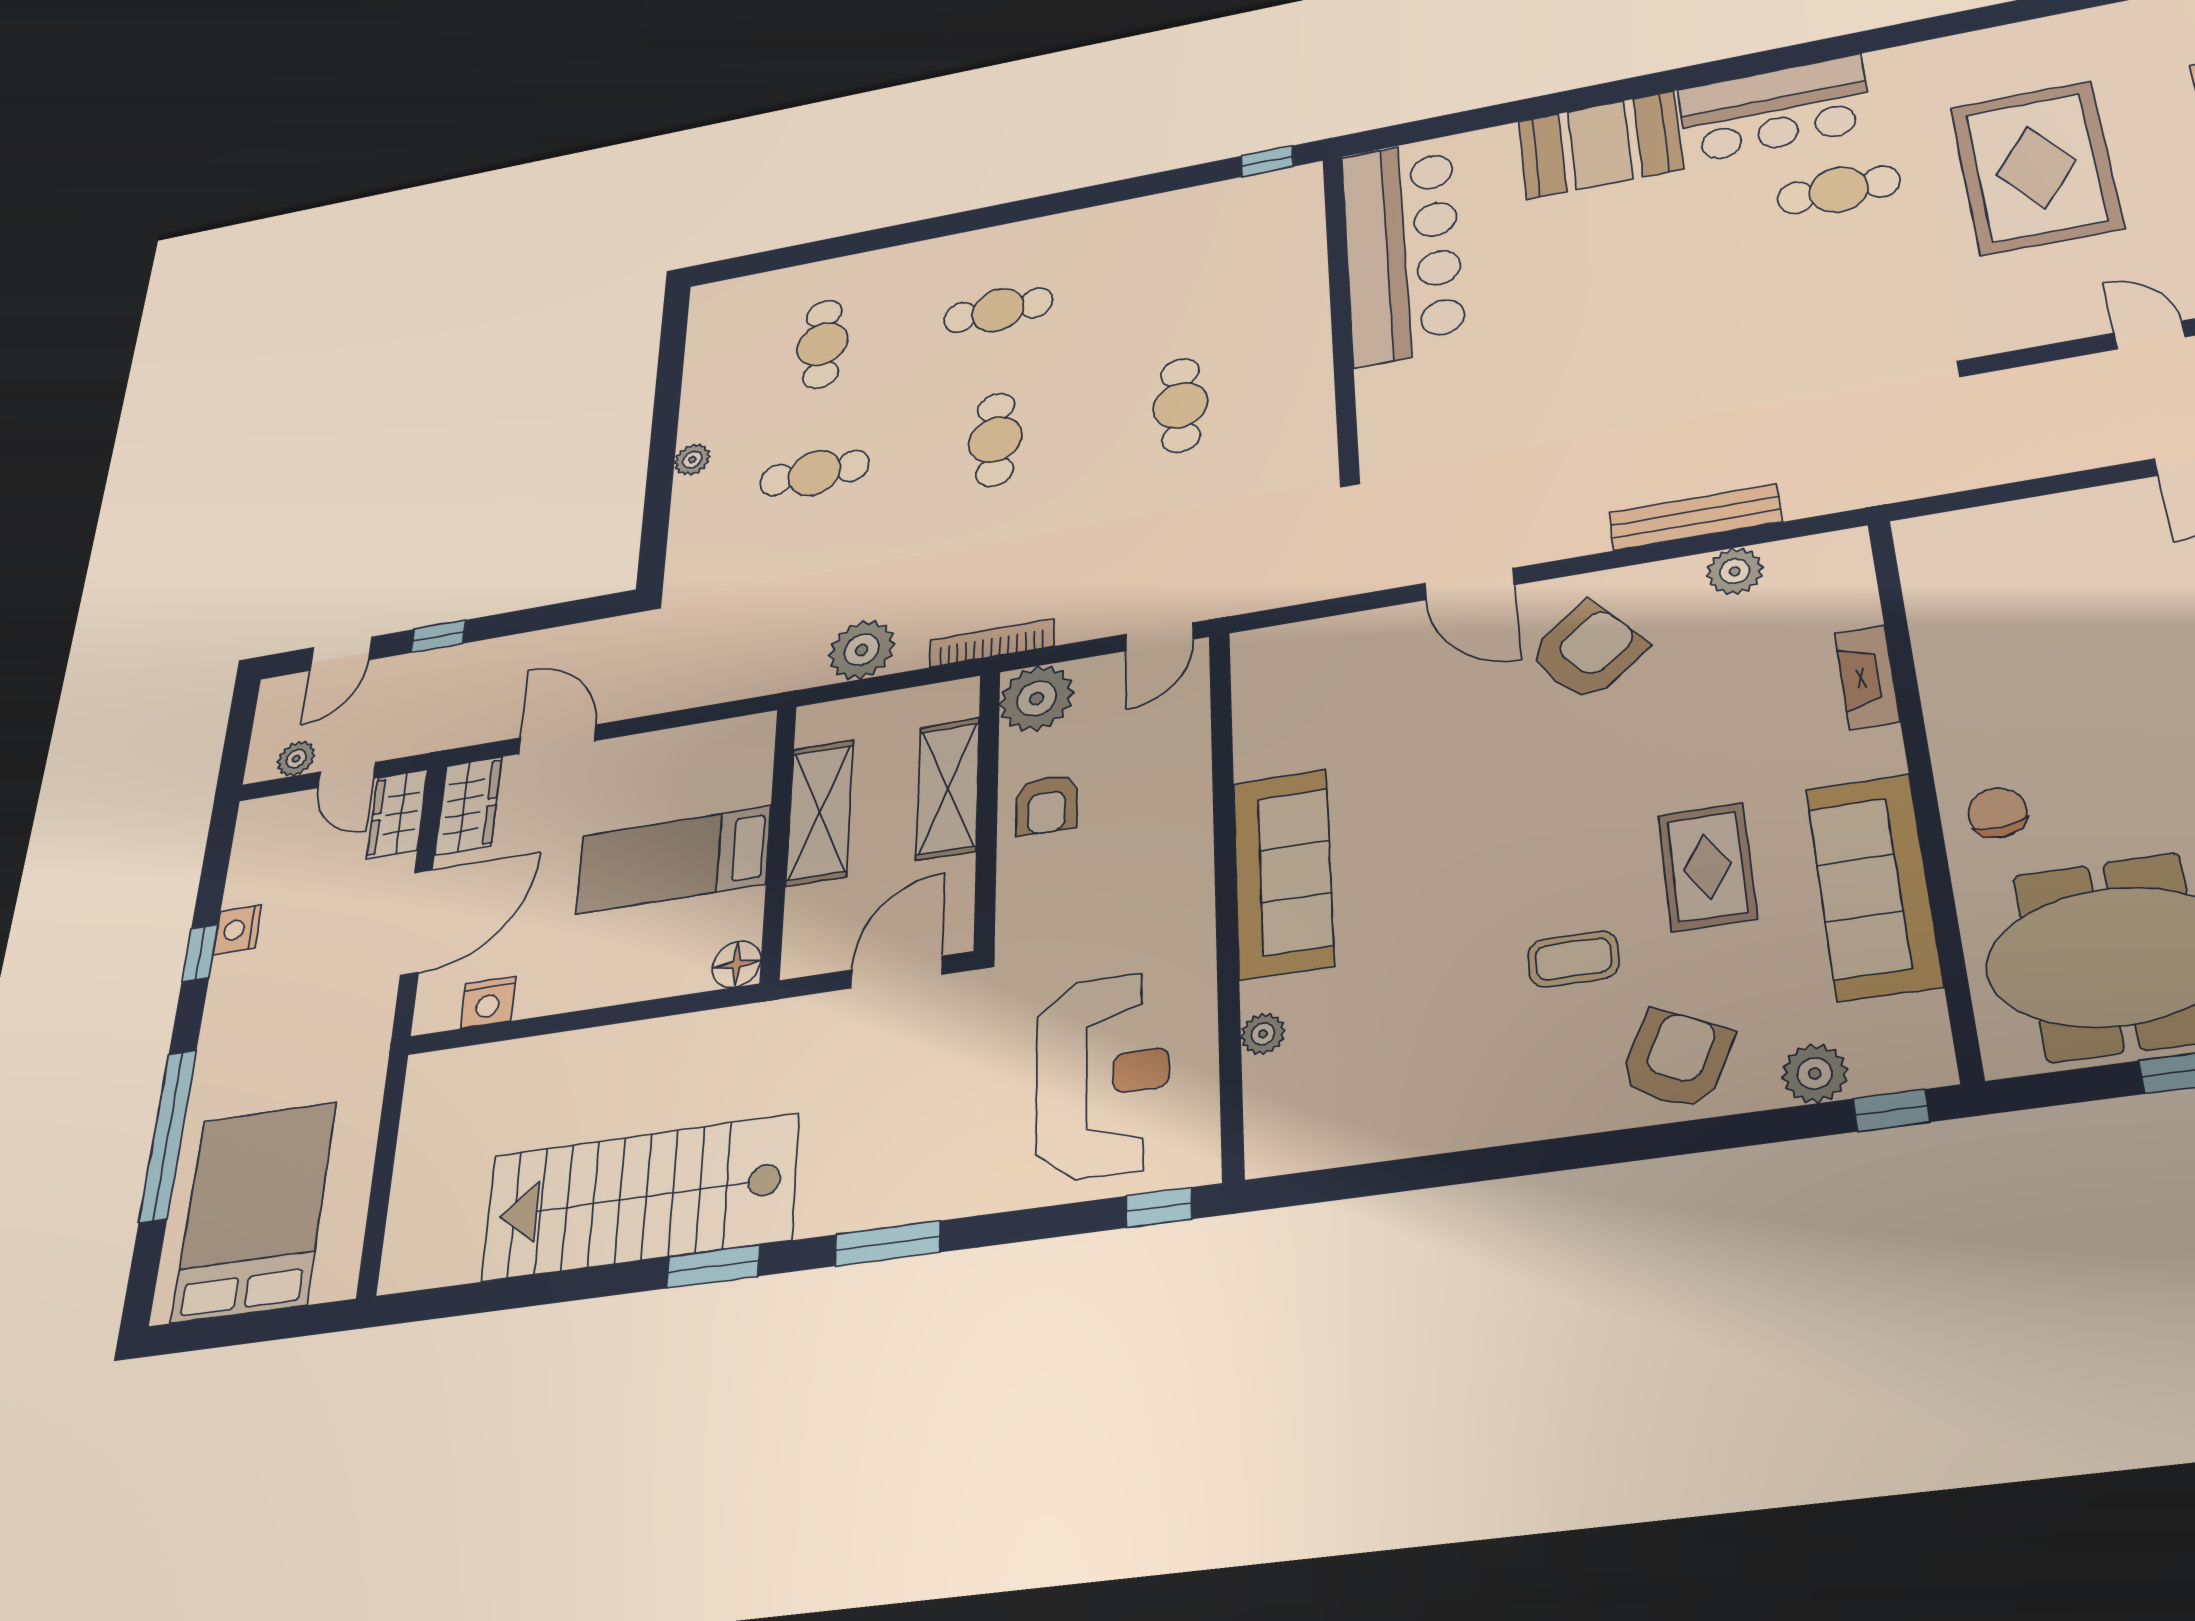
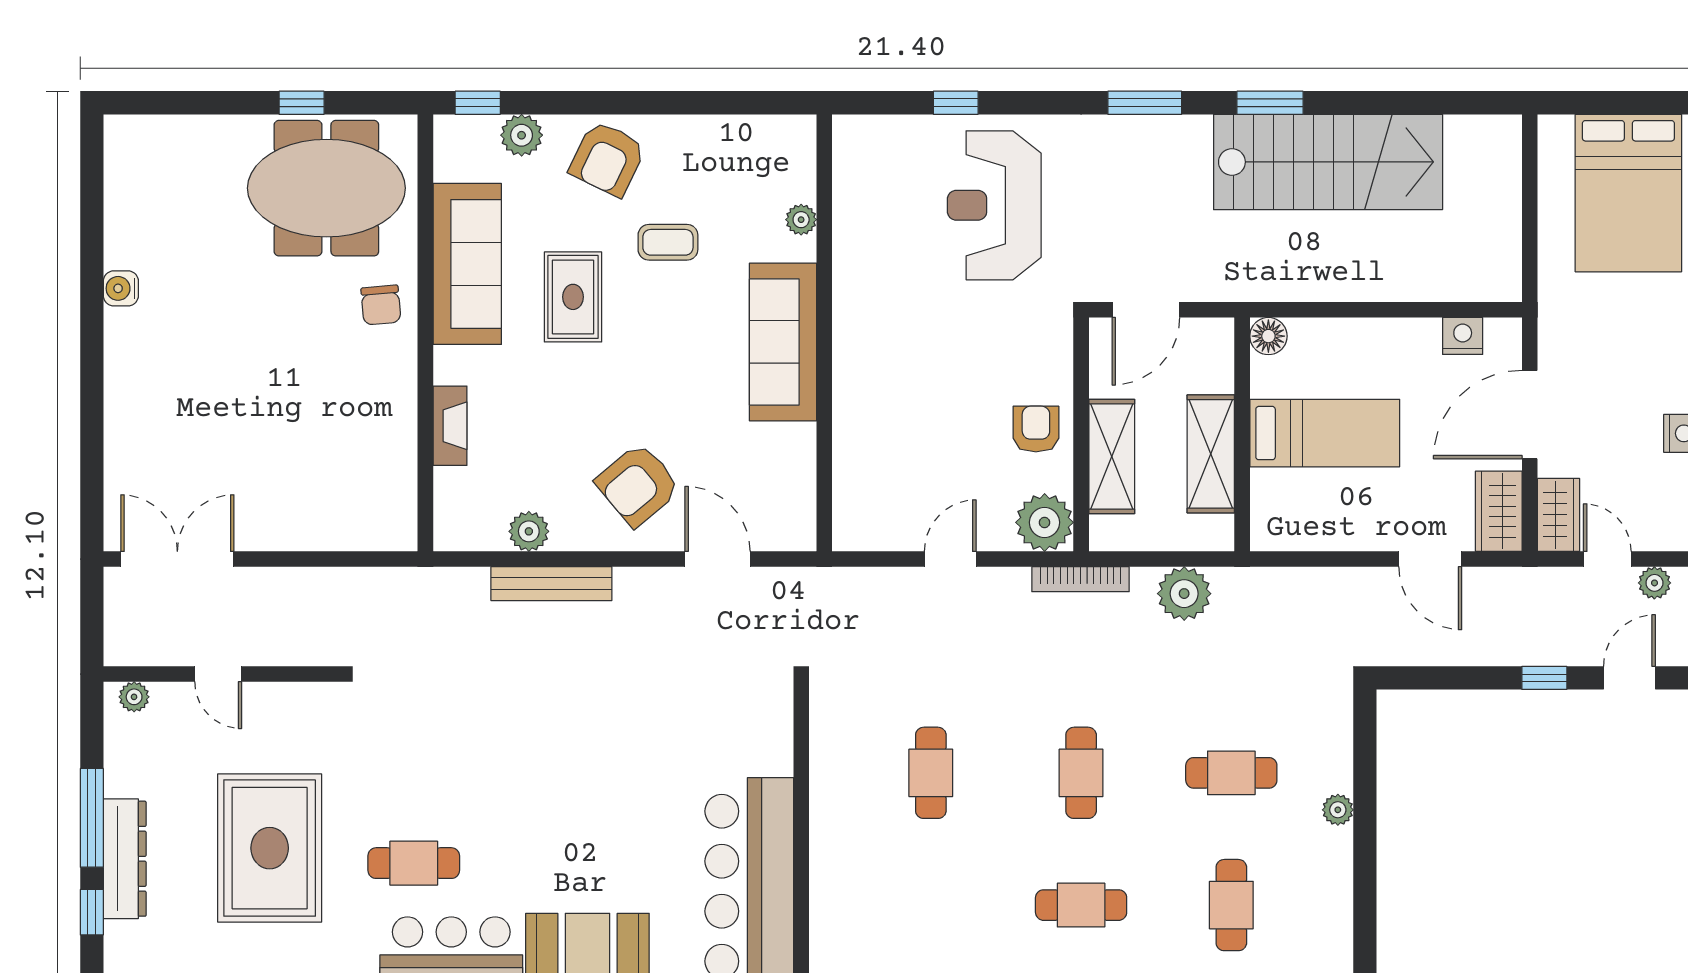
sofa: (1283, 873) -> (783, 342), moved
wall: (1226, 894) -> (824, 333), moved
plant: (1263, 1034) -> (801, 220), moved

